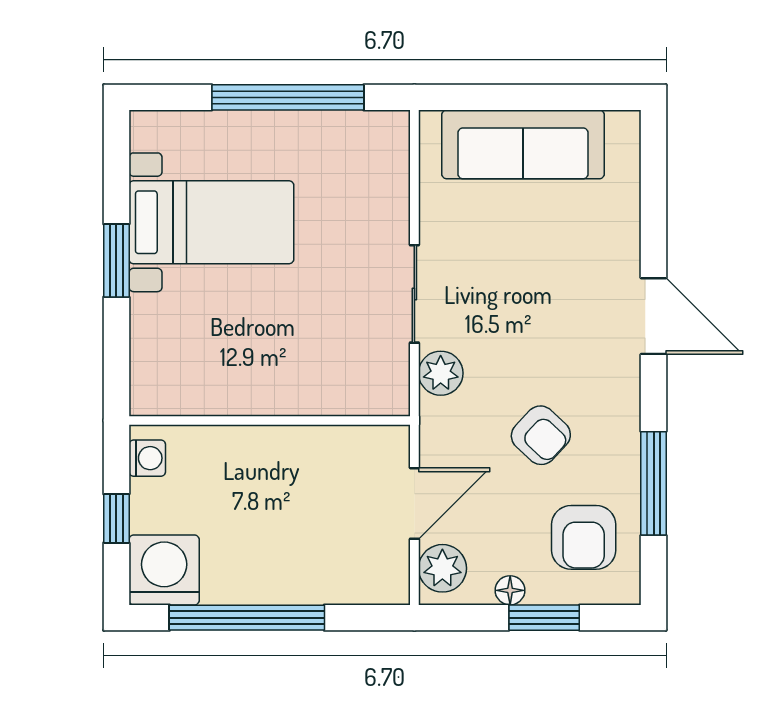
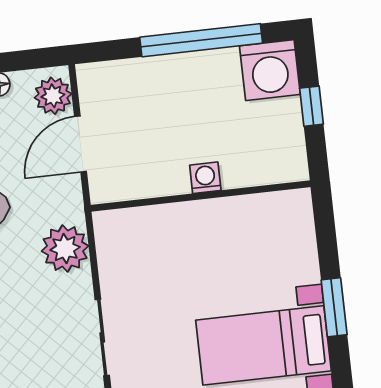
sliding door: (414, 294) -> (102, 338), moved
plant: (441, 373) -> (65, 249), width x1.36, depth x1.36
washing machine: (147, 458) -> (205, 178), moved, turned 90

